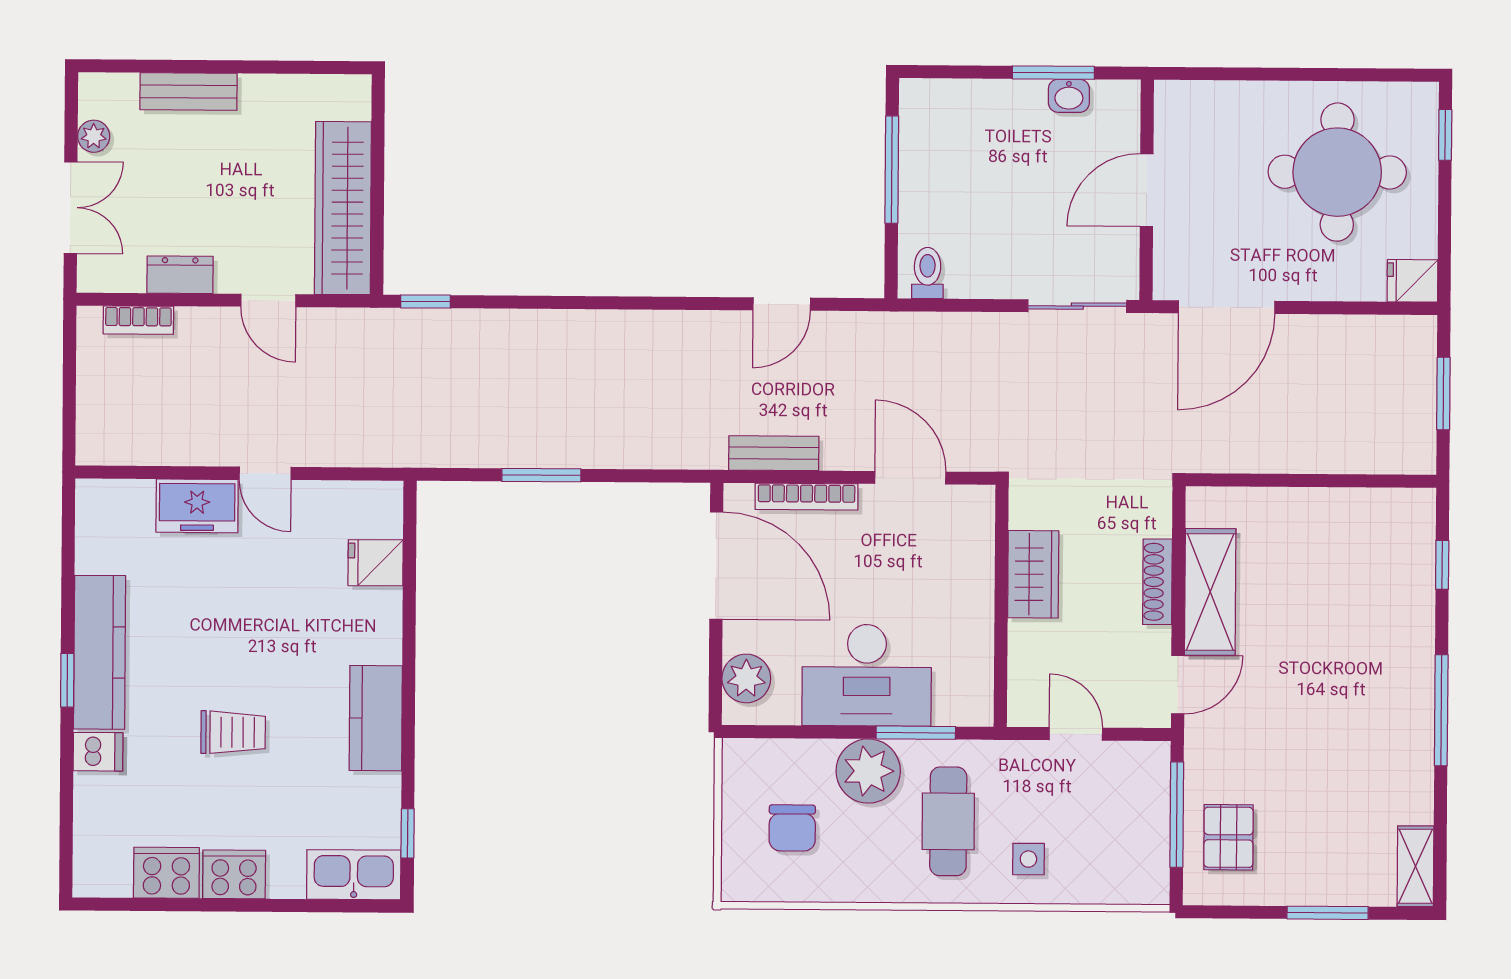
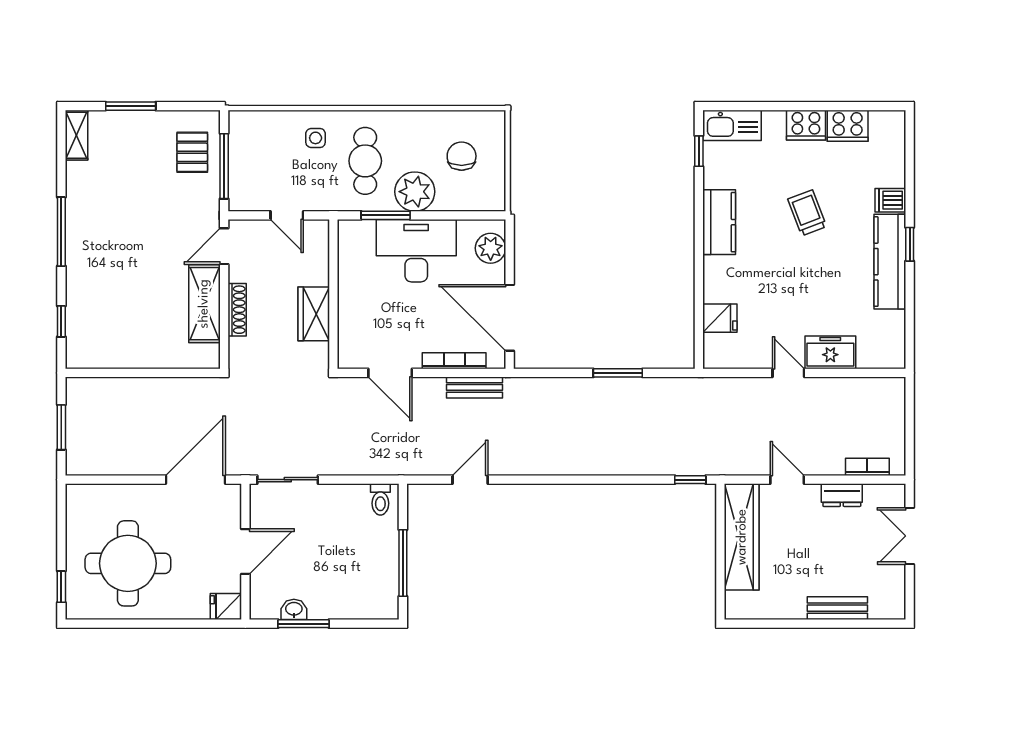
plant: (94, 136) -> (896, 580), removed
fridge: (1412, 281) -> (226, 607), moved, turned 180
trolley: (233, 732) -> (807, 213), turned 69

